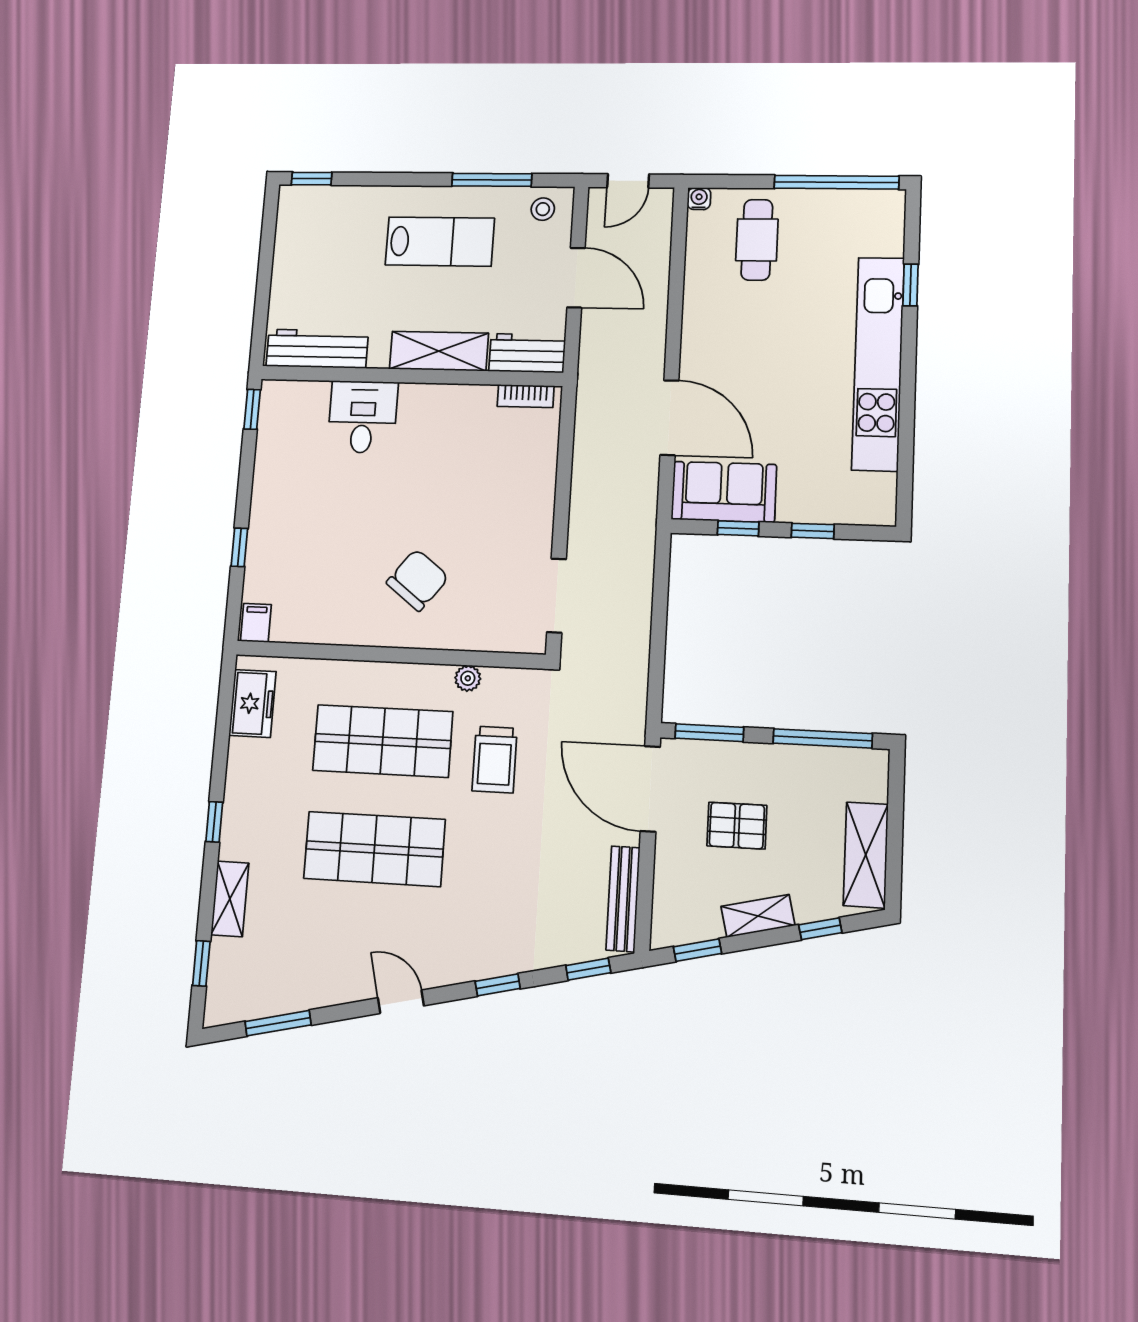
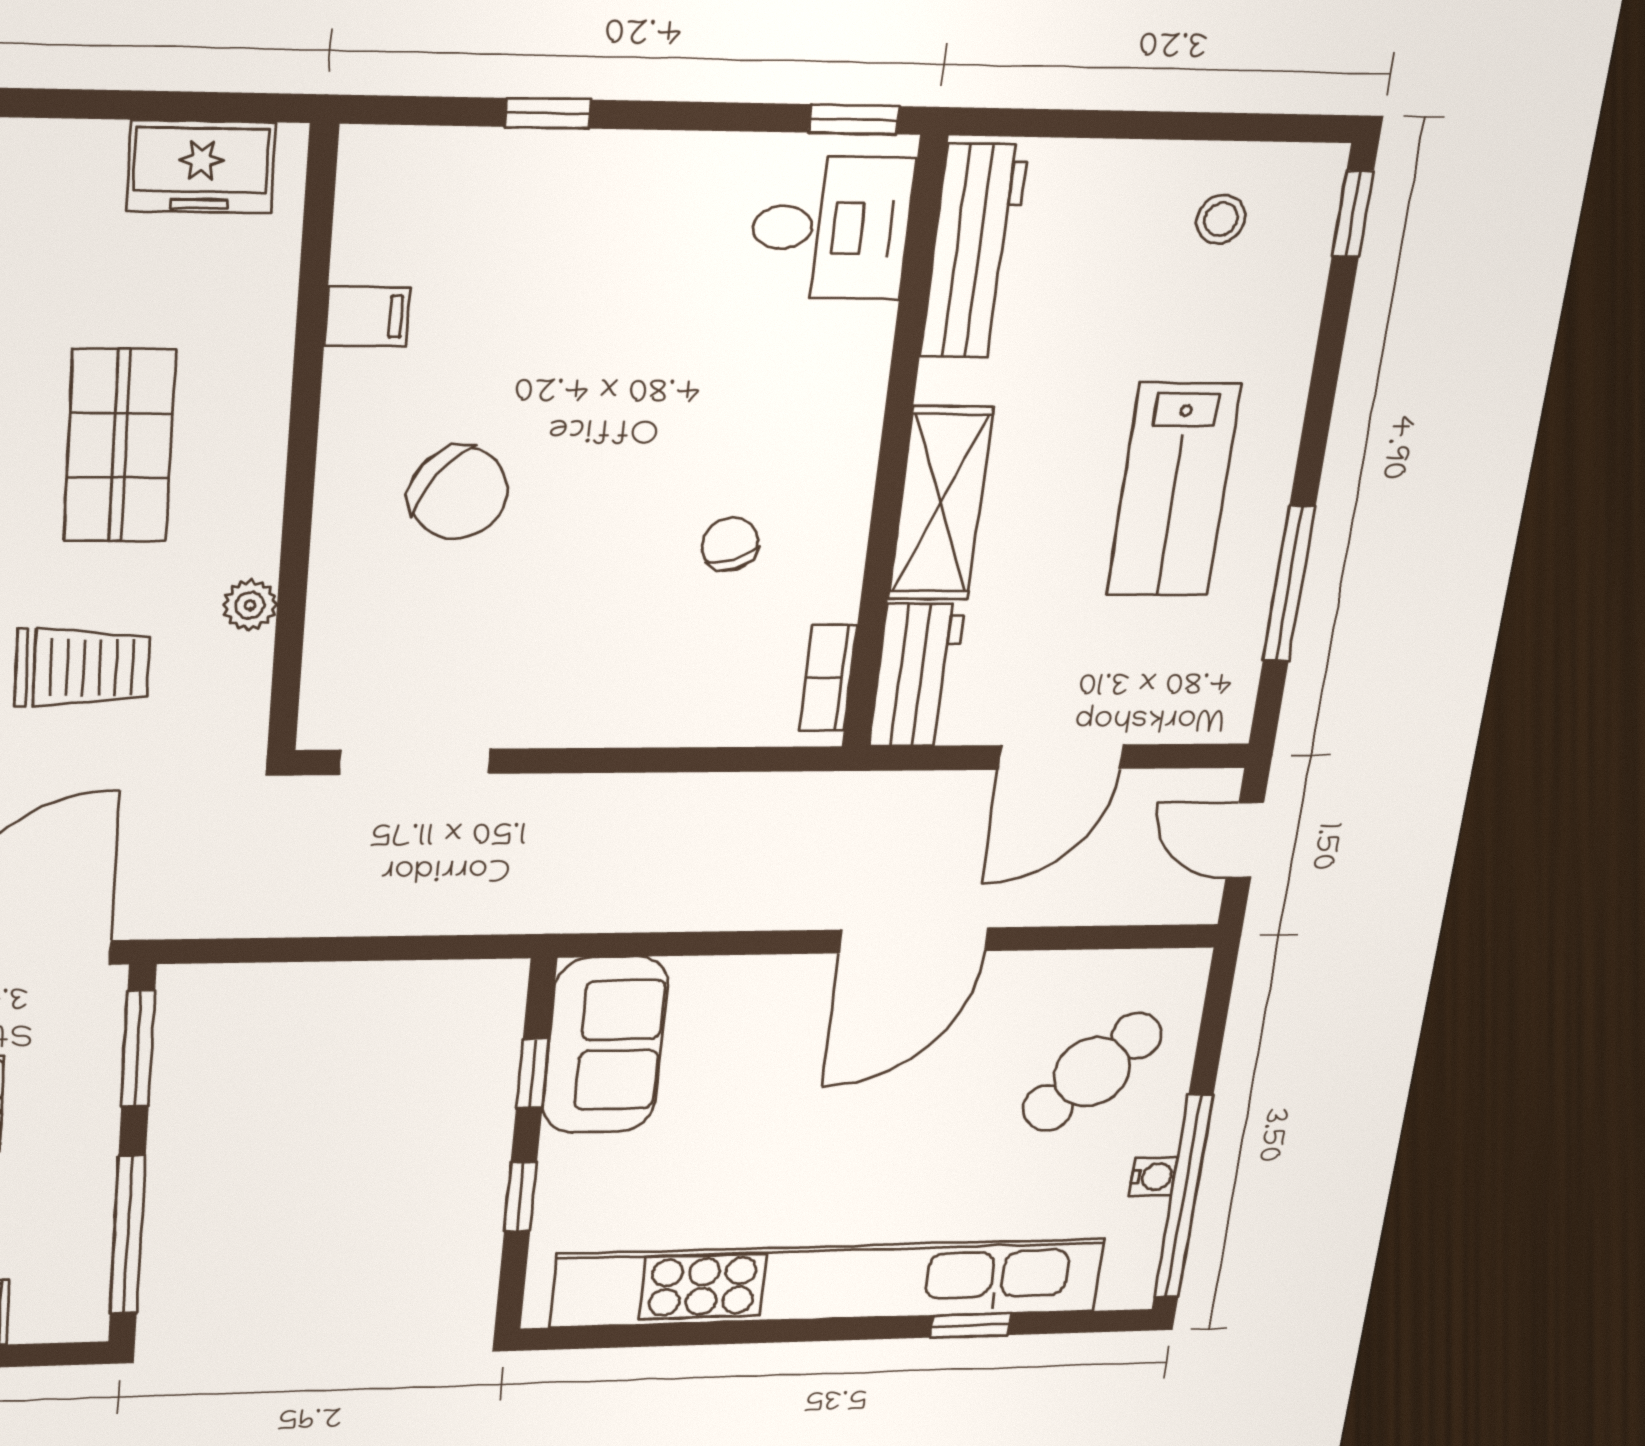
water cooler: (699, 199) -> (1153, 1177), moved
stool: (543, 209) -> (1221, 219), moved
cafe table: (757, 240) -> (1092, 1072), turned -45
kitchen unit: (878, 363) -> (829, 1283), width x1.36
desk: (363, 417) -> (831, 228), moved
door: (669, 418) -> (914, 940), moved
chair: (453, 449) -> (730, 544), added
filing cabinet: (256, 623) -> (367, 316), moved
shop shelf: (383, 741) -> (120, 446), width x0.70, depth x0.74
trolley: (495, 760) -> (82, 667), turned 180

